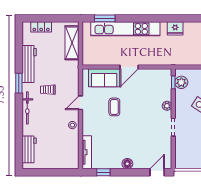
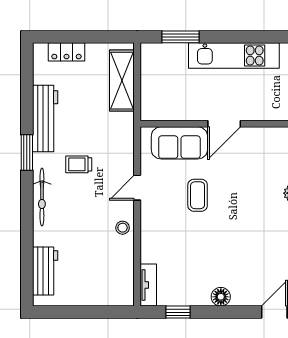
kitchen unit: (125, 29) -> (234, 56), width x0.73
tv unit: (87, 152) -> (148, 285), width x0.71

